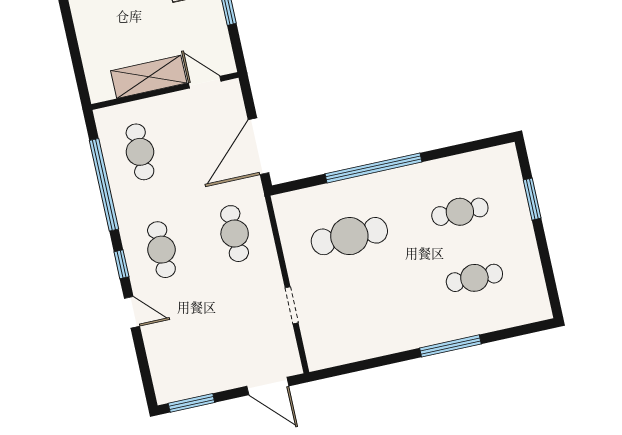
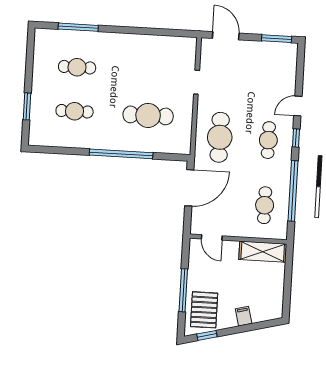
shelving: (149, 77) -> (263, 252), moved
cafe table: (235, 234) -> (220, 137), width x1.37, depth x1.35
door: (132, 312) -> (298, 106), hinge flipped
window: (450, 346) -> (78, 27), moved

